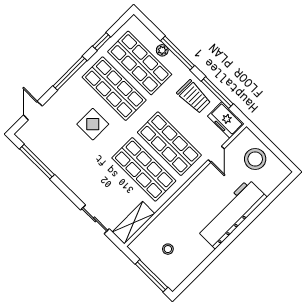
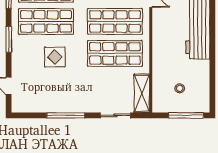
window: (70, 73) -> (9, 39), width x0.69
window: (37, 162) -> (66, 115), moved

